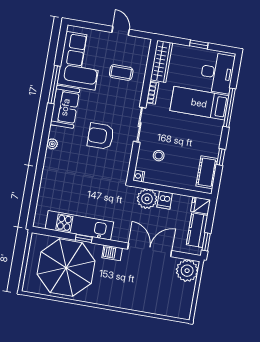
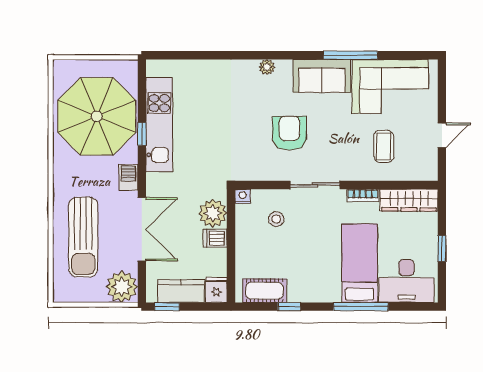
sun lounger: (148, 291) -> (83, 237), added

